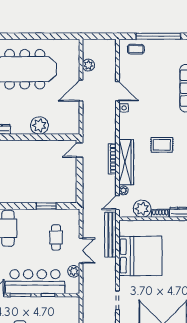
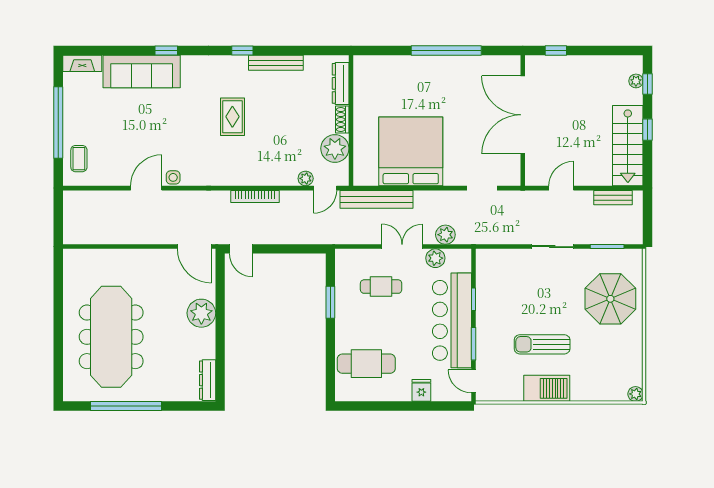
plant: (88, 65) -> (445, 235), moved
door: (81, 91) -> (194, 247), moved
wardrobe: (126, 162) -> (260, 174), removed
door: (117, 203) -> (325, 188), hinge flipped

